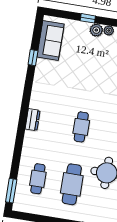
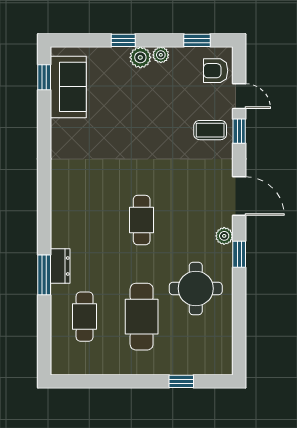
window: (33, 58) -> (44, 77), moved
dresser: (33, 120) -> (60, 266), moved
window: (11, 191) -> (44, 275), moved

